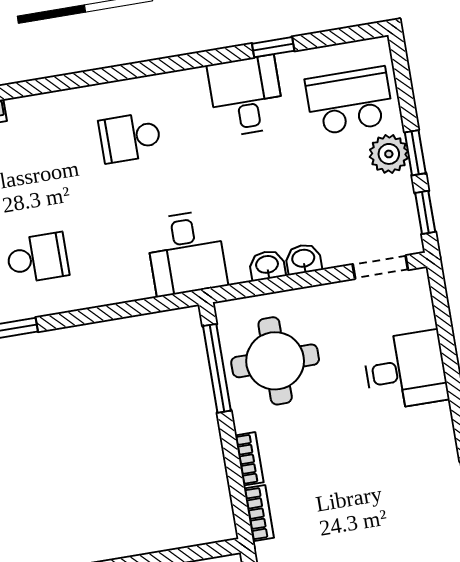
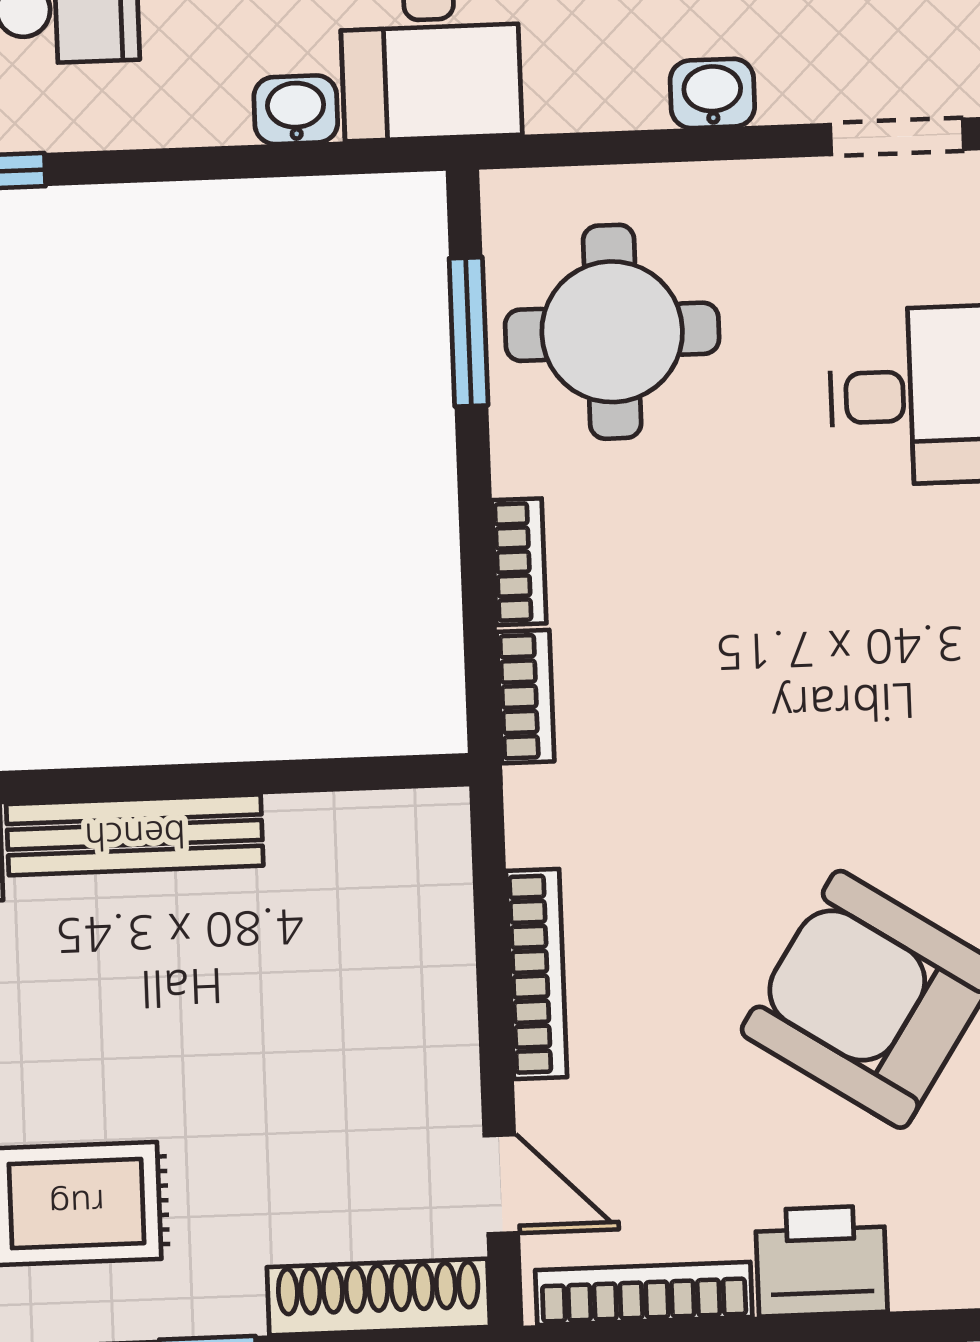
washbasin: (267, 265) -> (296, 110), moved
window: (217, 368) -> (469, 332), width x0.69

